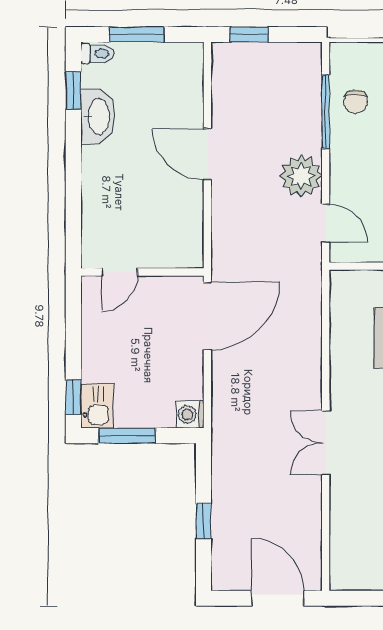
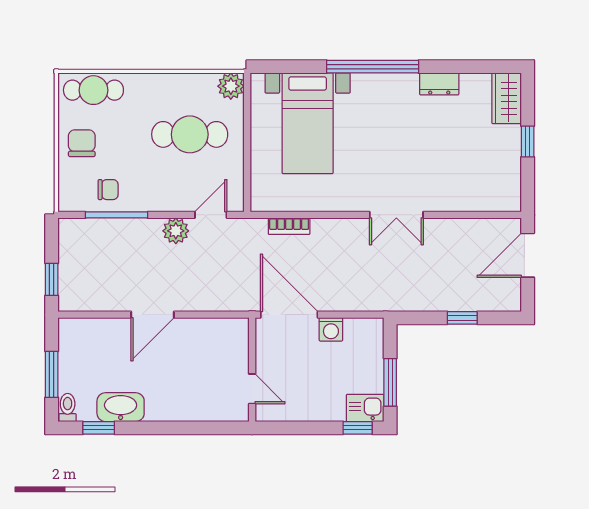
plant: (301, 176) -> (176, 231), width x0.73, depth x0.73
bookcase: (312, 316) -> (289, 226), added
washing machine: (190, 414) -> (331, 329), moved

